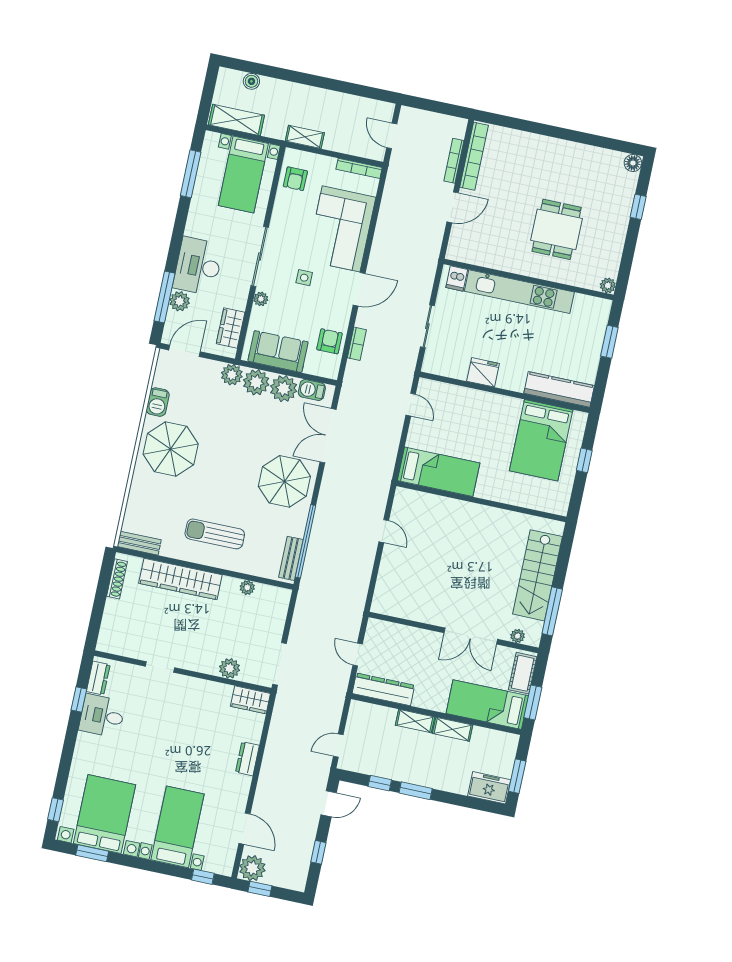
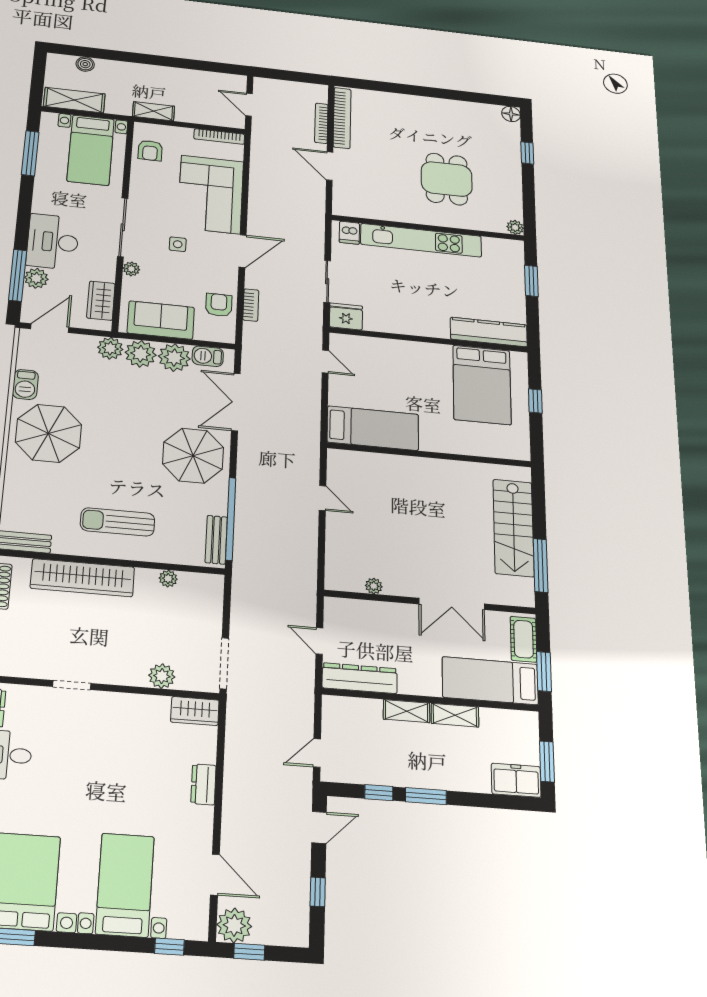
door: (453, 207) -> (330, 166), swing flipped
fridge: (483, 372) -> (346, 316), moved
plant: (518, 636) -> (374, 586), moved

